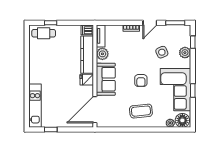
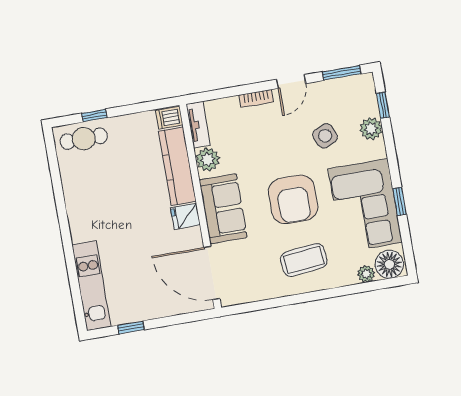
armchair: (141, 81) -> (293, 199), width x1.88, depth x1.88
door: (95, 110) -> (212, 273), hinge flipped

